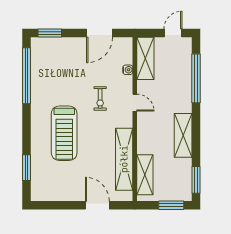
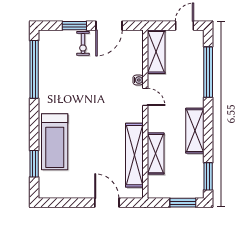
window: (50, 33) -> (74, 26), moved
water cooler: (128, 70) -> (138, 80), moved
exercise bike: (100, 99) -> (83, 43), moved
treadmill: (64, 133) -> (55, 142), moved
shelving: (145, 175) -> (156, 154), moved

